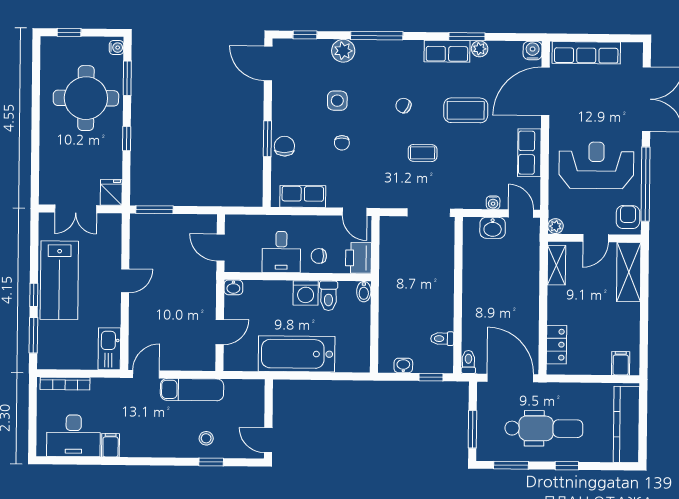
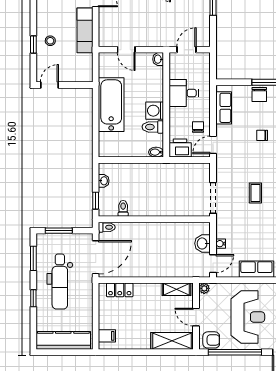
chair: (284, 146) -> (259, 94), turned 90
chair: (319, 256) -> (198, 127), moved

